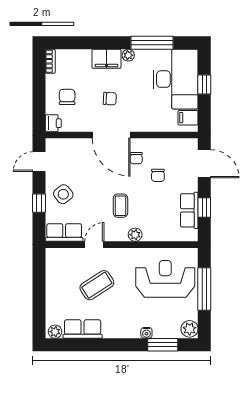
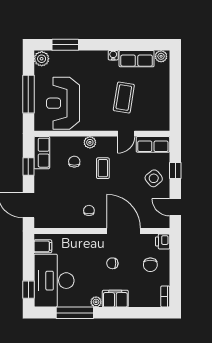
window: (204, 84) -> (28, 290), moved
door: (111, 135) -> (124, 231), moved
door: (39, 162) -> (175, 207), swing flipped
chair: (158, 175) -> (74, 162), moved
row of seats: (189, 210) -> (42, 153), moved
reception desk: (165, 279) -> (63, 103), turned 90
coffee table: (97, 285) -> (124, 98), turned -48
water cooler: (146, 333) -> (113, 55), moved

